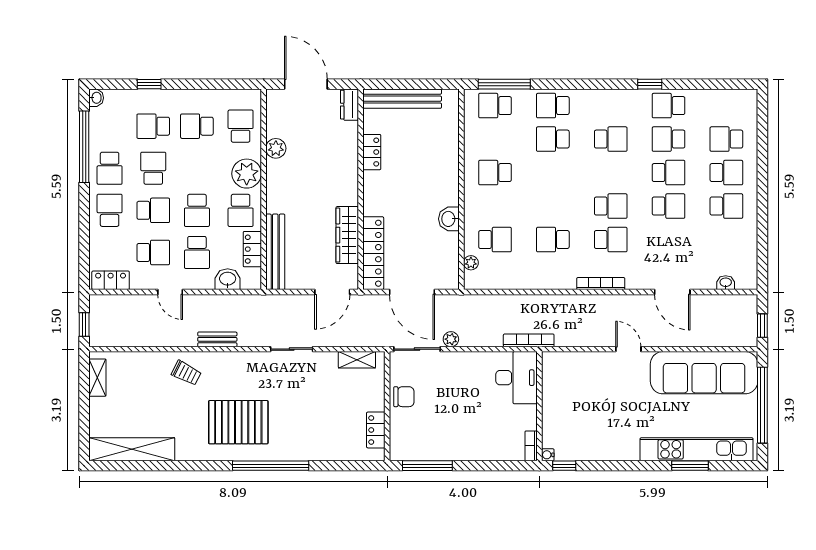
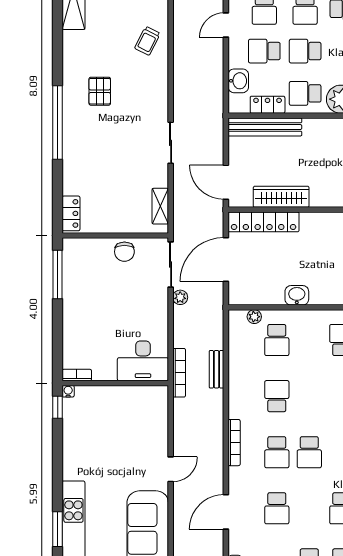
school desk: (669, 206) -> (277, 508), moved
bench: (217, 339) -> (216, 369), moved
pallet: (238, 422) -> (100, 91), width x0.49, depth x0.50
locker: (376, 430) -> (71, 213), moved, turned 90

